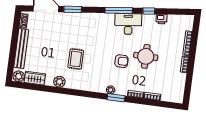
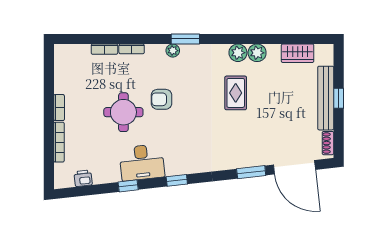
window: (119, 10) -> (177, 180), width x0.46
printer: (162, 19) -> (83, 178), moved
desk: (128, 24) -> (142, 162), moved
window: (13, 47) -> (339, 98), added
plant: (19, 76) -> (238, 53), moved
window: (116, 98) -> (185, 39), moved

